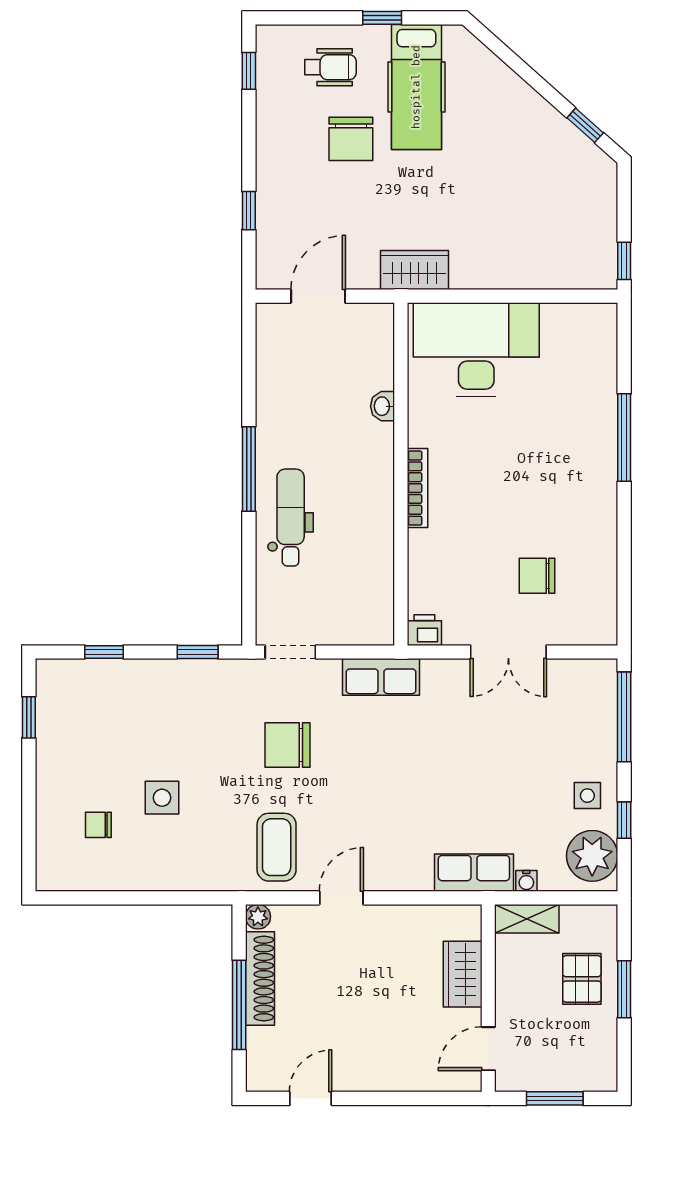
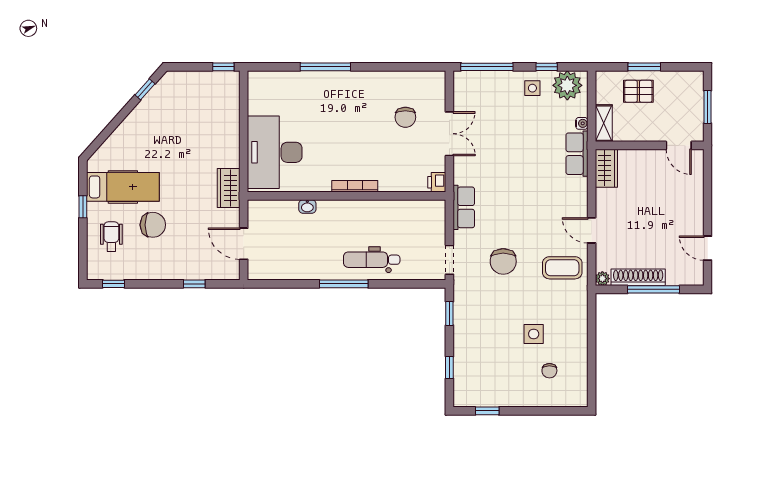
wardrobe: (463, 974) -> (606, 168), moved, turned -90

